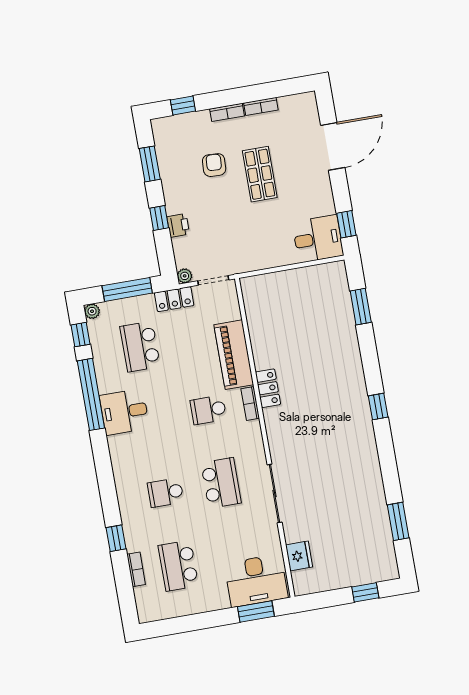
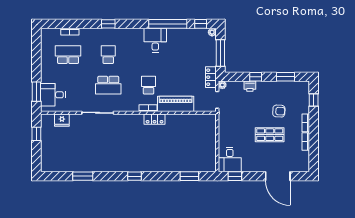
school desk: (140, 347) -> (189, 55), removed
window: (398, 521) -> (83, 176), moved
window: (116, 538) -> (108, 24), moved
desk: (256, 581) -> (53, 95), width x0.73
window: (365, 592) -> (36, 134), moved

